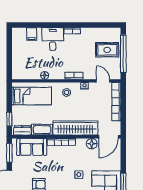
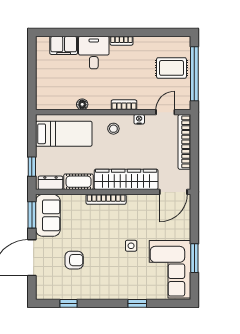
filing cabinet: (32, 34) -> (64, 45), width x2.00
door: (103, 81) -> (165, 112), hinge flipped
floor lamp: (92, 144) -> (149, 202), removed
sofa: (32, 147) -> (48, 215), moved, turned -90

